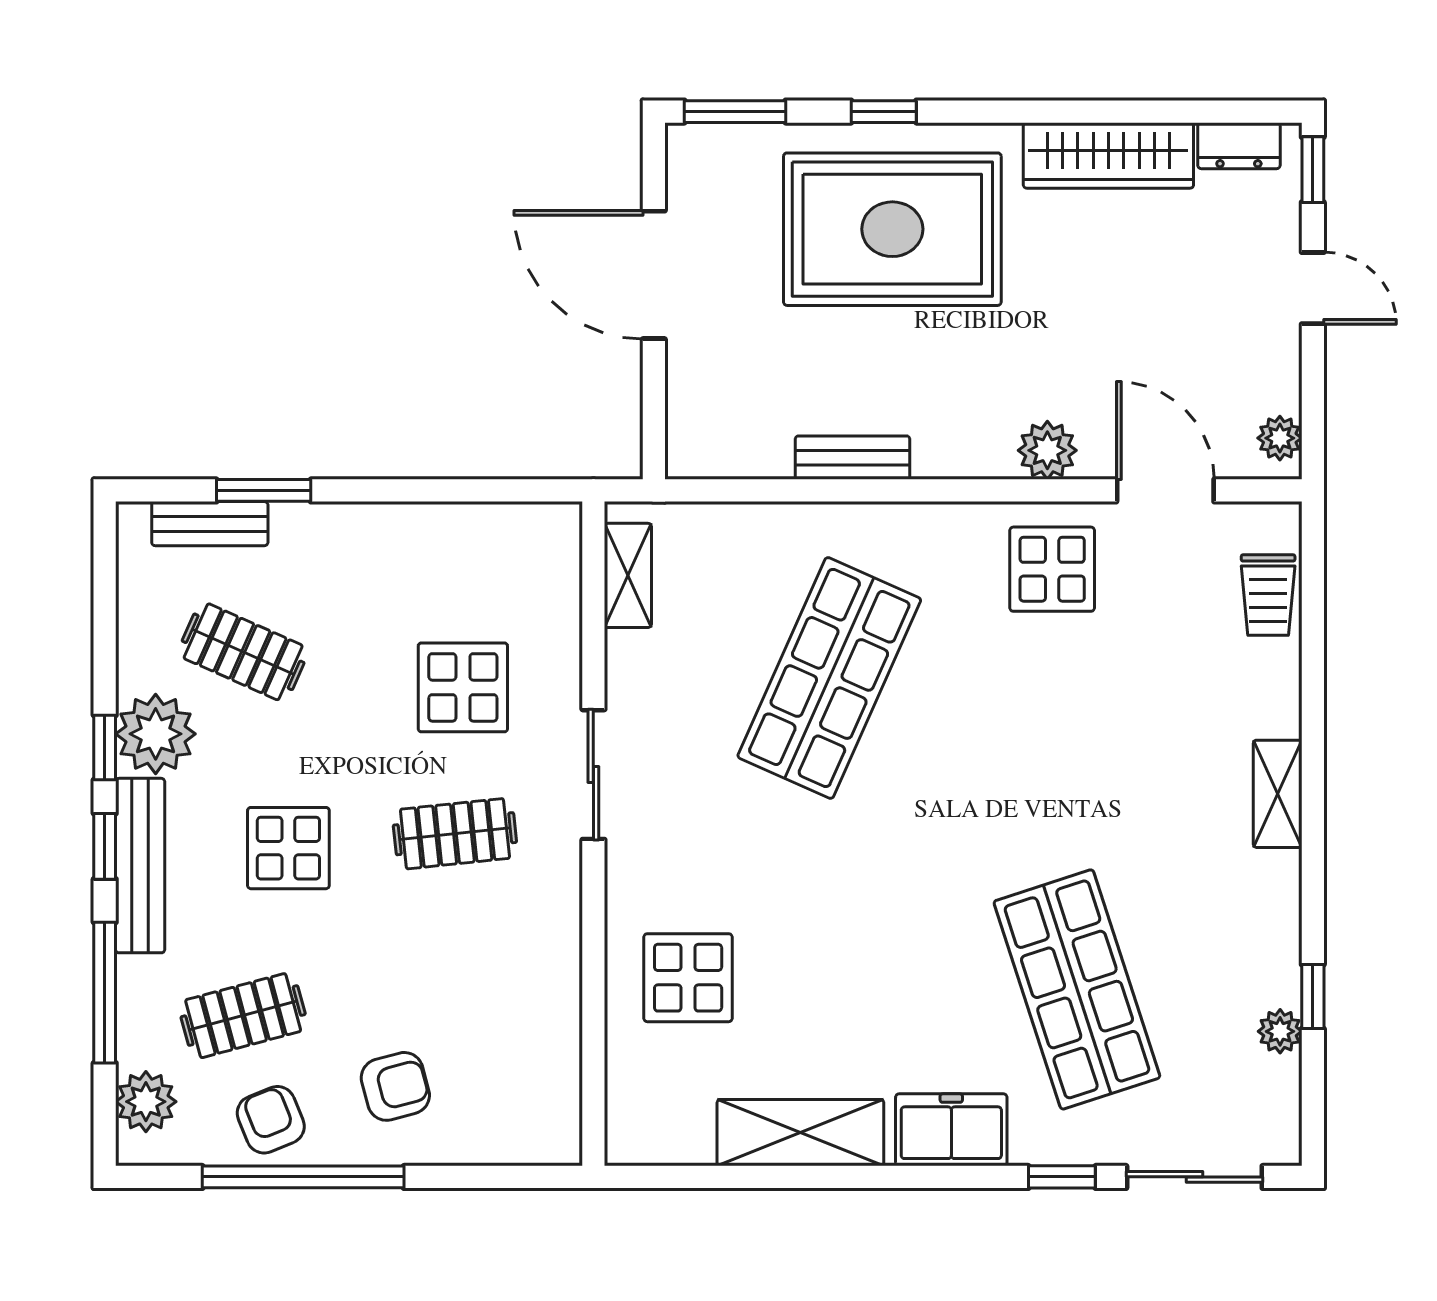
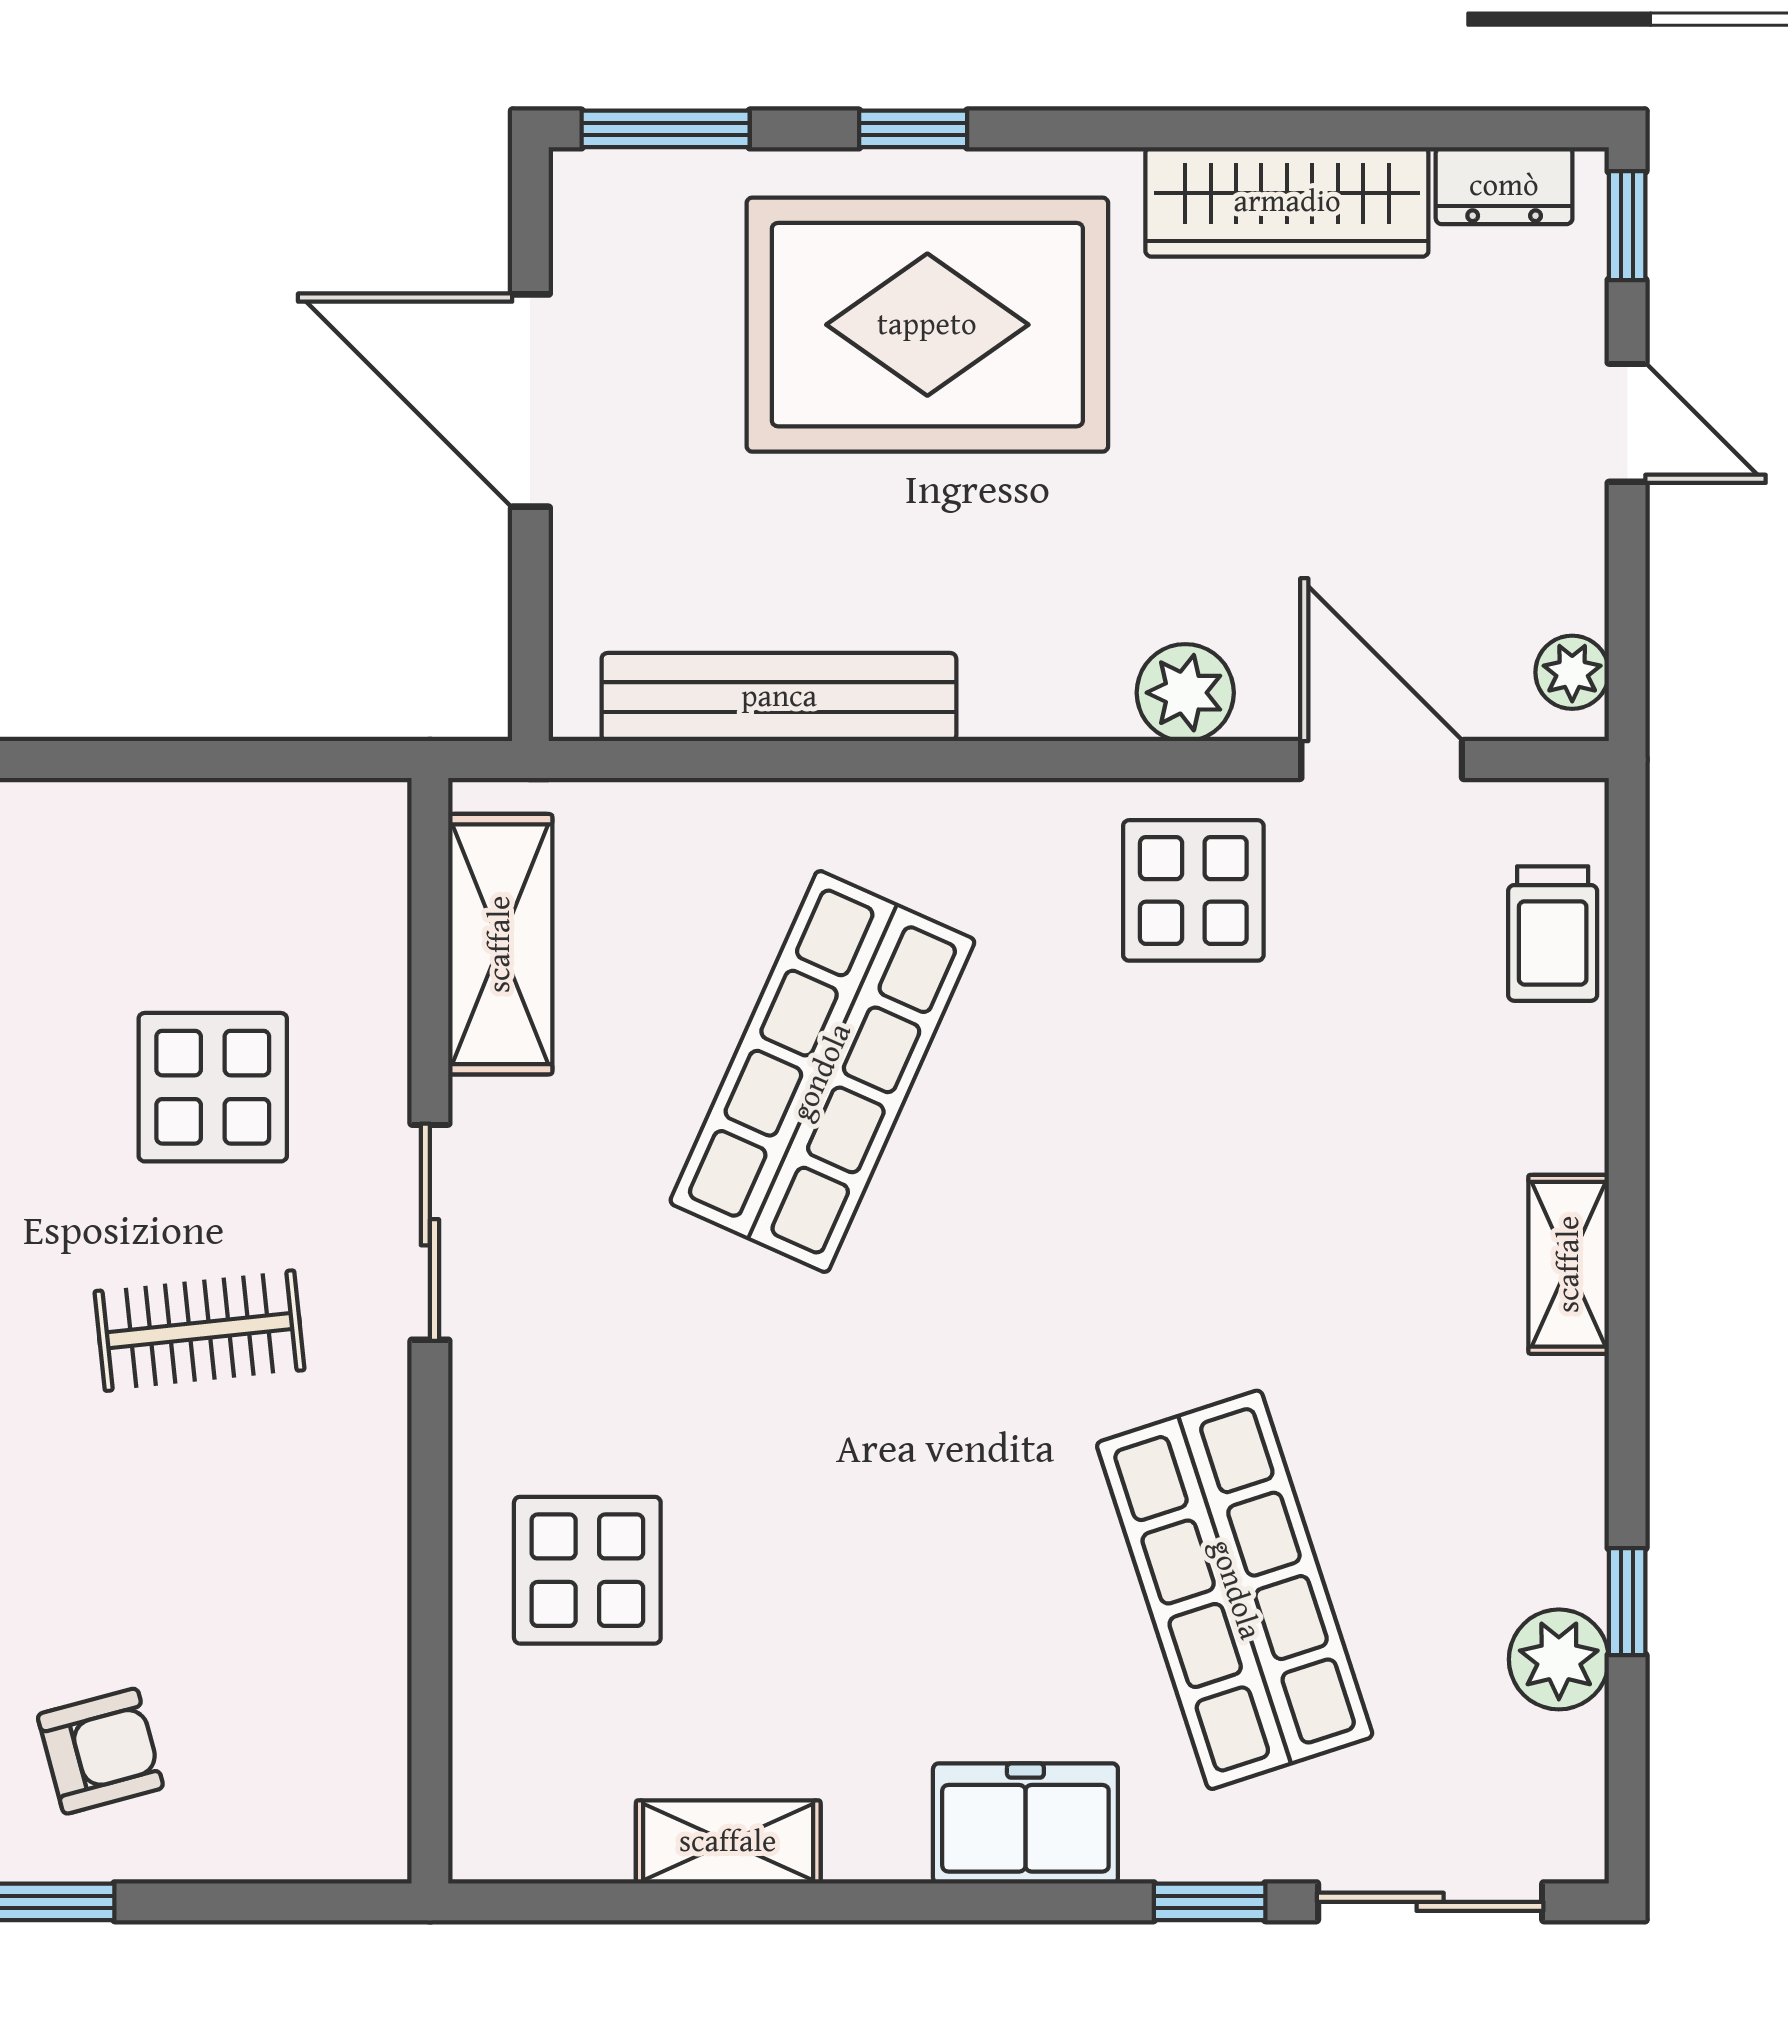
bench: (853, 458) -> (779, 697), width x1.86, depth x1.21
shelving: (628, 575) -> (500, 944), width x1.50, depth x1.33
plant: (1280, 1031) -> (1559, 1659), width x1.38, depth x1.38
shelving: (800, 1133) -> (728, 1842), width x0.67, depth x0.75

